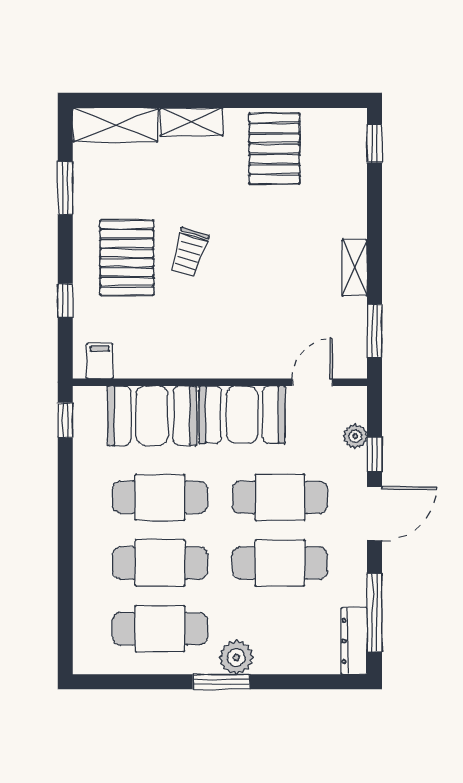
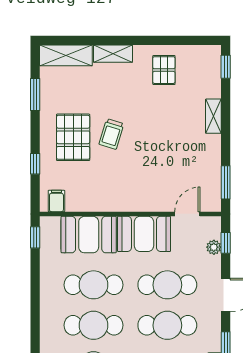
pallet: (274, 149) -> (164, 70), width x0.67, depth x0.71
shelving: (355, 268) -> (213, 116), moved
window: (375, 454) -> (226, 243), moved

